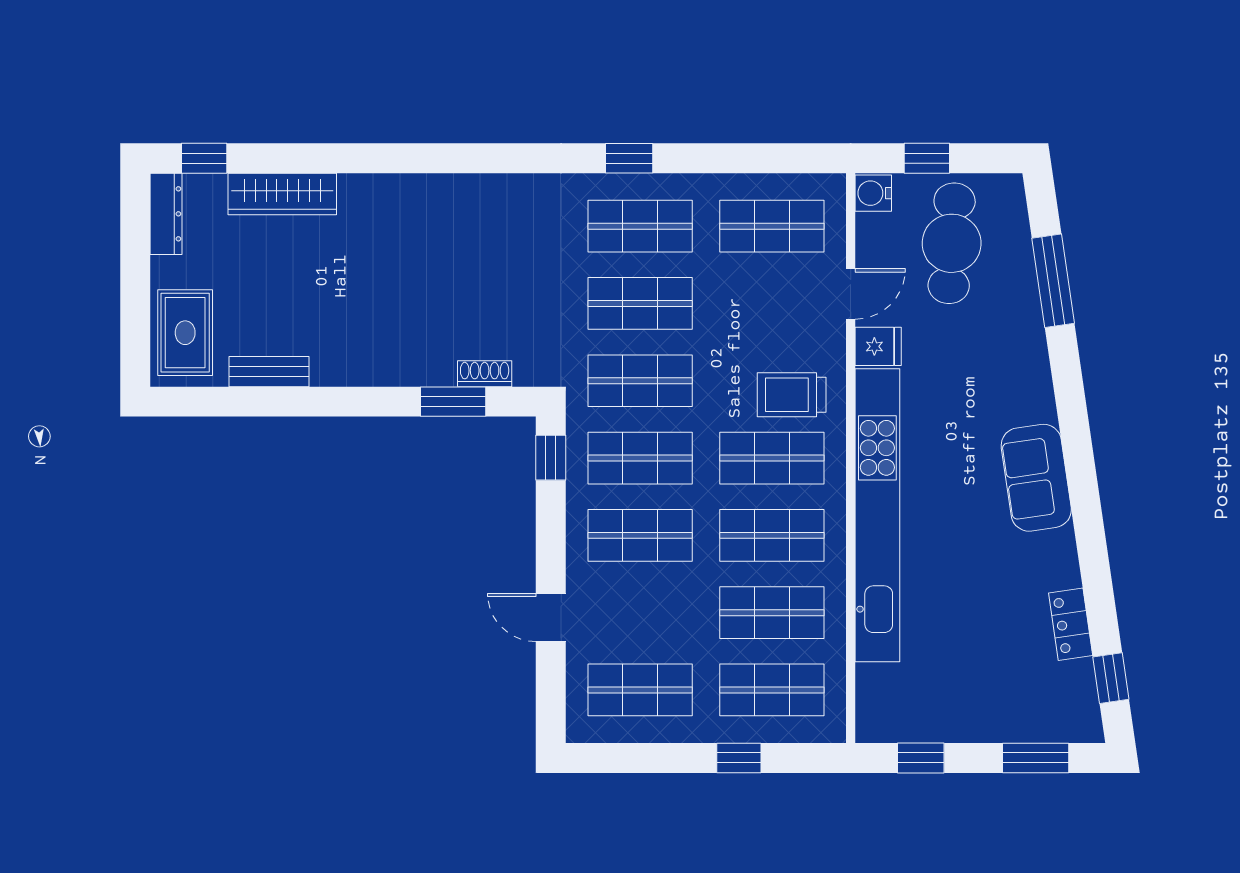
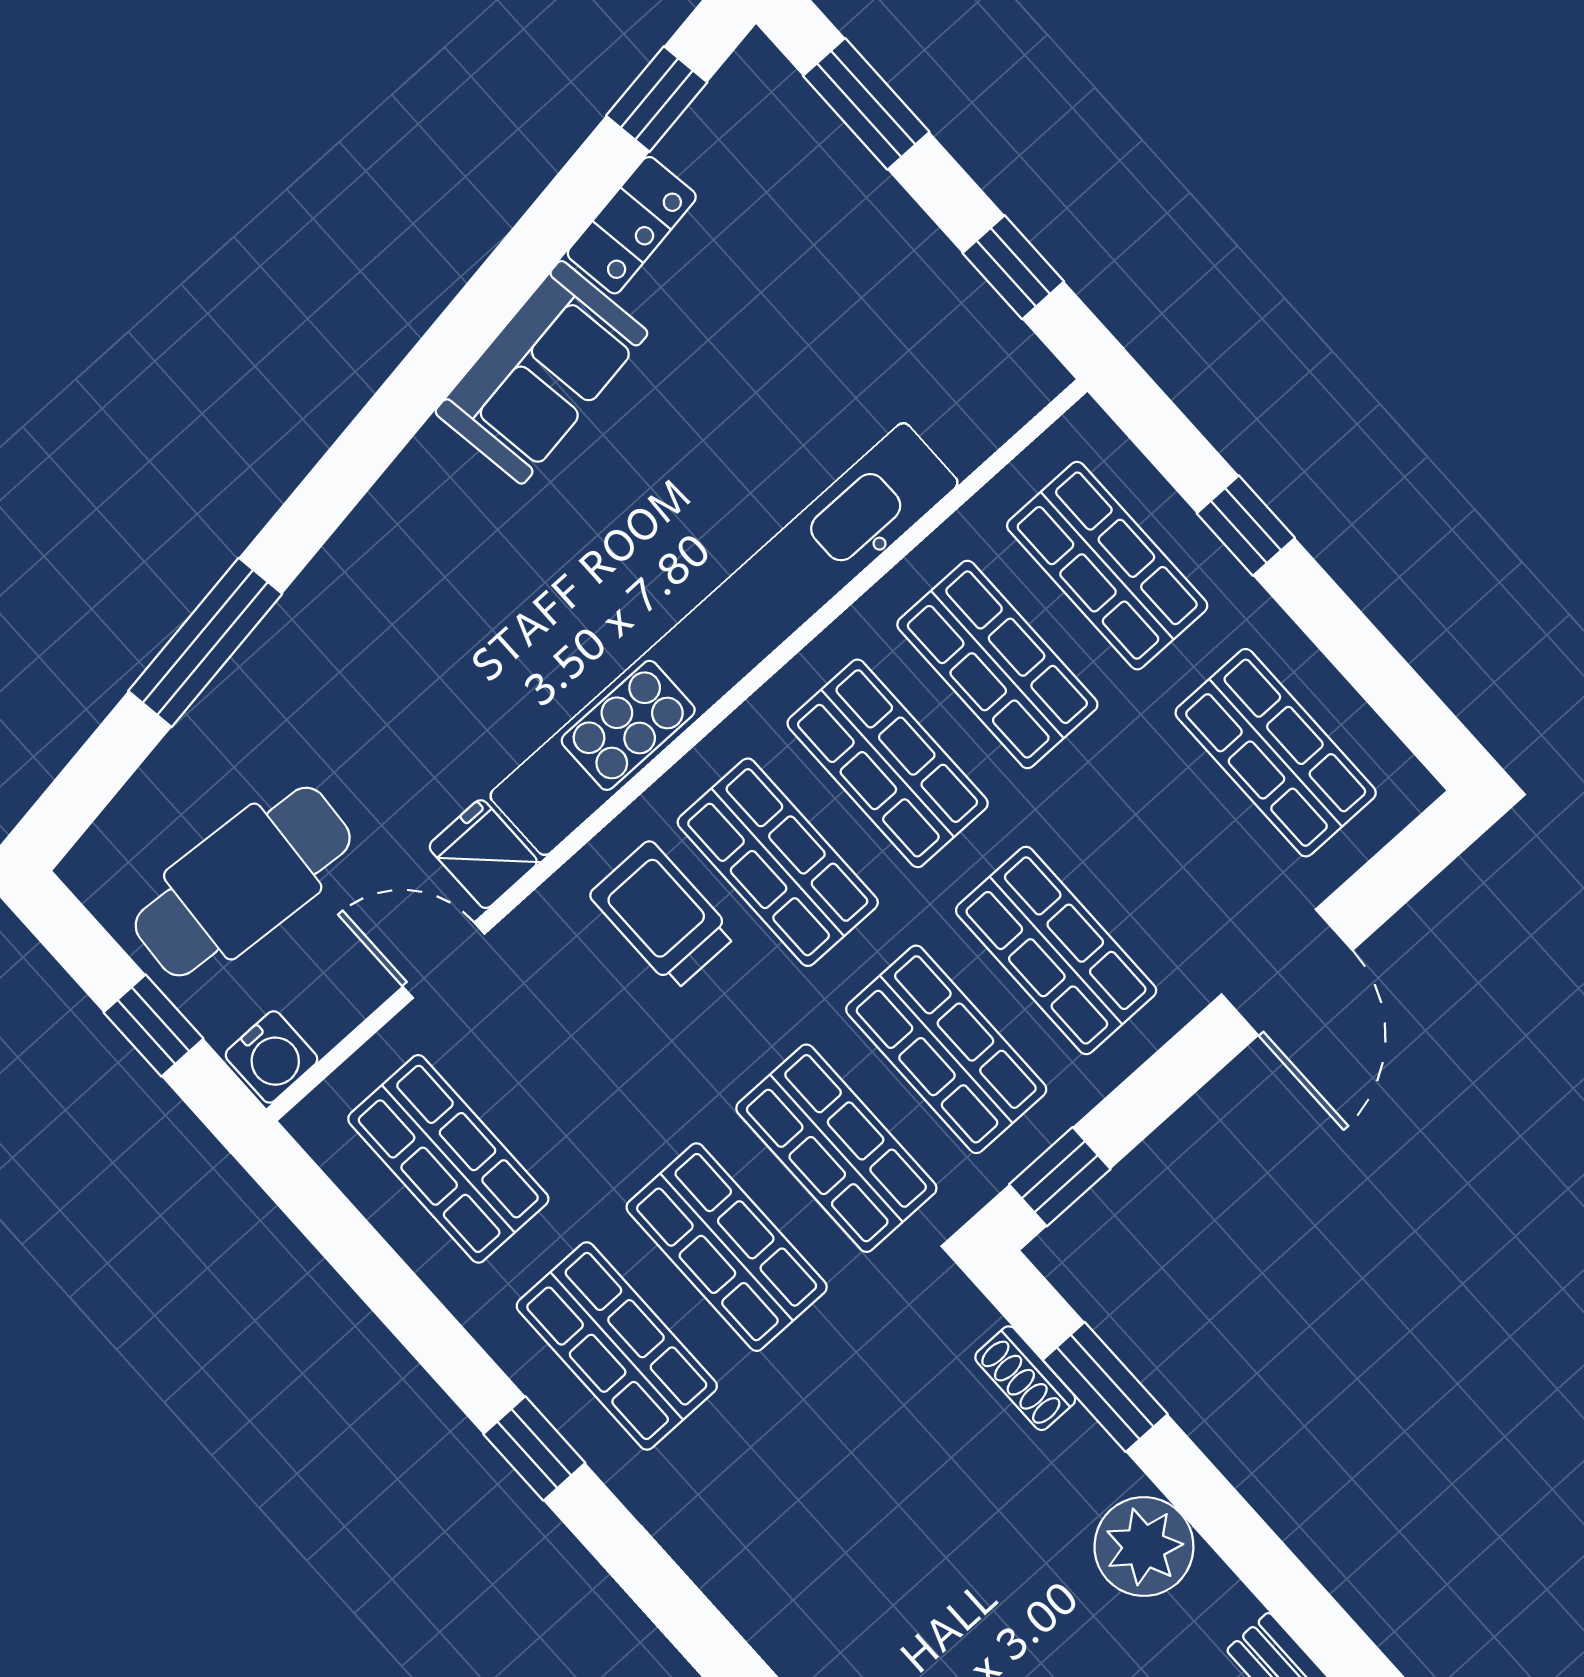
window: (1053, 281) -> (205, 642), moved
plant: (378, 361) -> (1144, 1546), added
trolley: (792, 395) -> (662, 915), turned 180
sofa: (1036, 478) -> (542, 372), moved
door: (551, 617) -> (1287, 972), width x1.38

